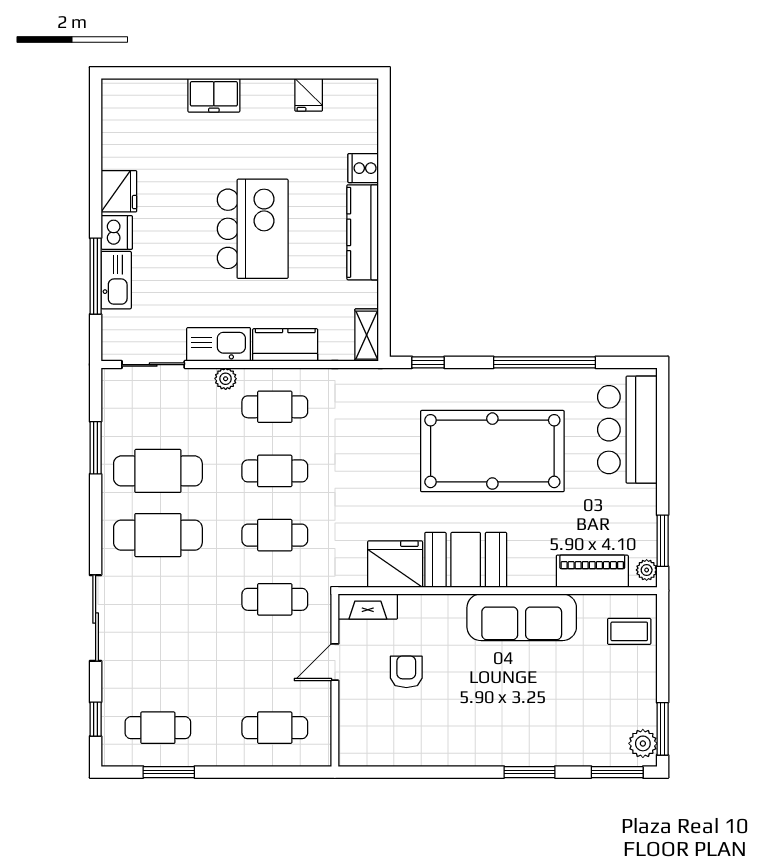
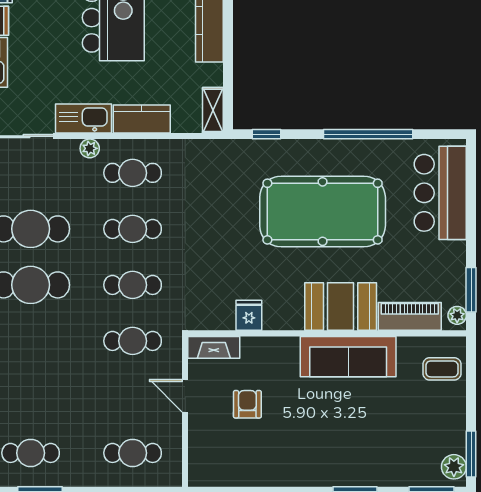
booth: (466, 560) -> (341, 307), moved
fridge: (395, 564) -> (249, 315), width x0.53, depth x0.75
door: (335, 662) -> (185, 396), hinge flipped

